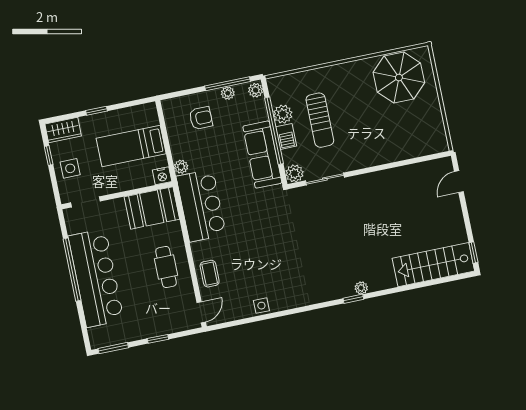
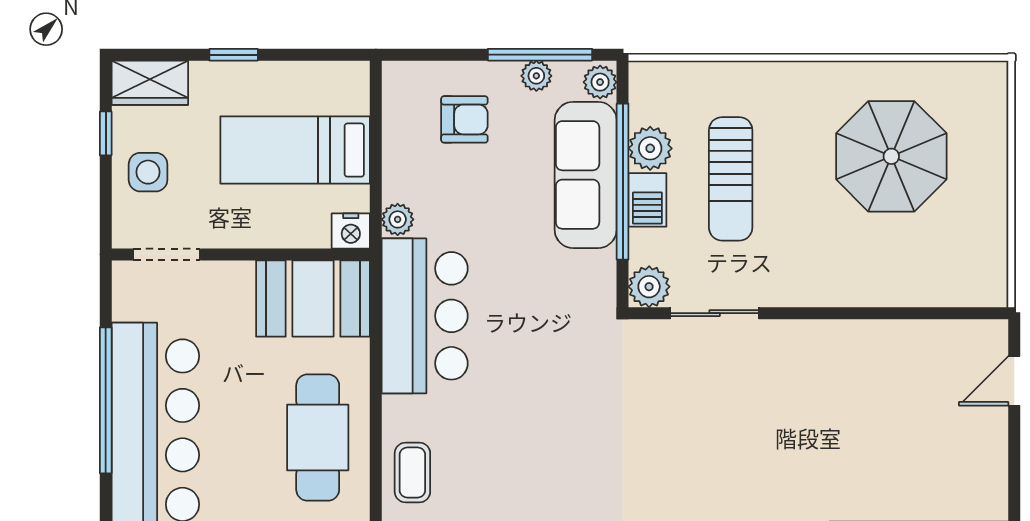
parasol: (399, 78) -> (891, 156), moved
sofa: (262, 155) -> (586, 175), moved
cafe table: (166, 267) -> (318, 438), width x1.37, depth x1.35

